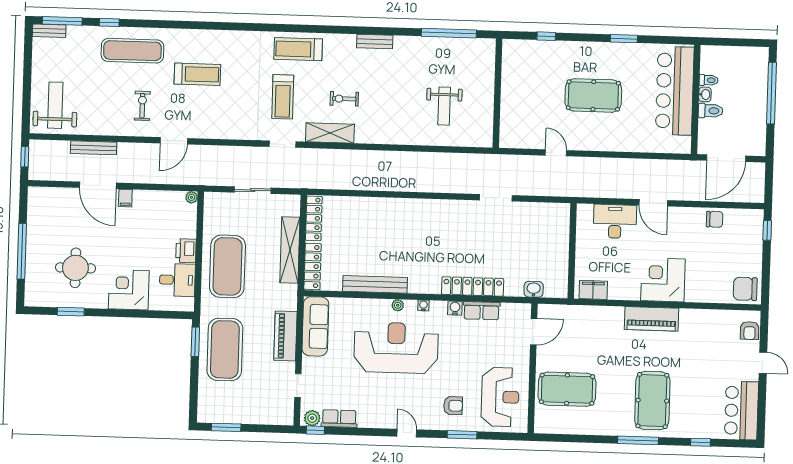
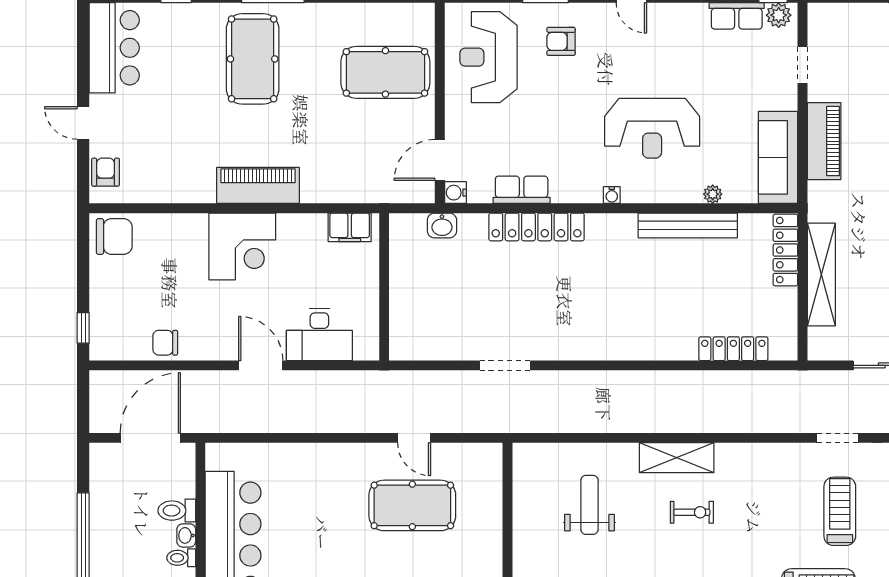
pool table: (593, 95) -> (412, 505), moved
exercise bike: (344, 99) -> (692, 512), moved
shelving: (330, 133) -> (677, 458), moved
locker: (314, 218) -> (733, 349), moved, turned 90
plant: (398, 305) -> (713, 194), moved
water cooler: (455, 308) -> (455, 193), moved, turned 90
reception desk: (396, 348) -> (652, 128), width x0.74, depth x0.77

